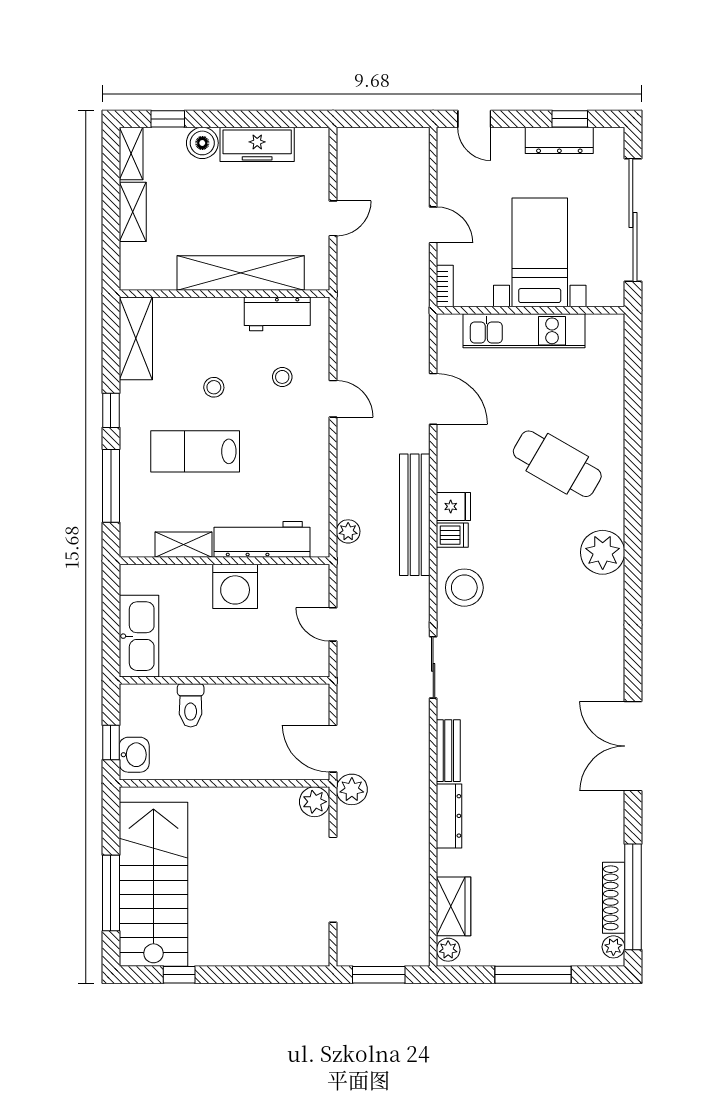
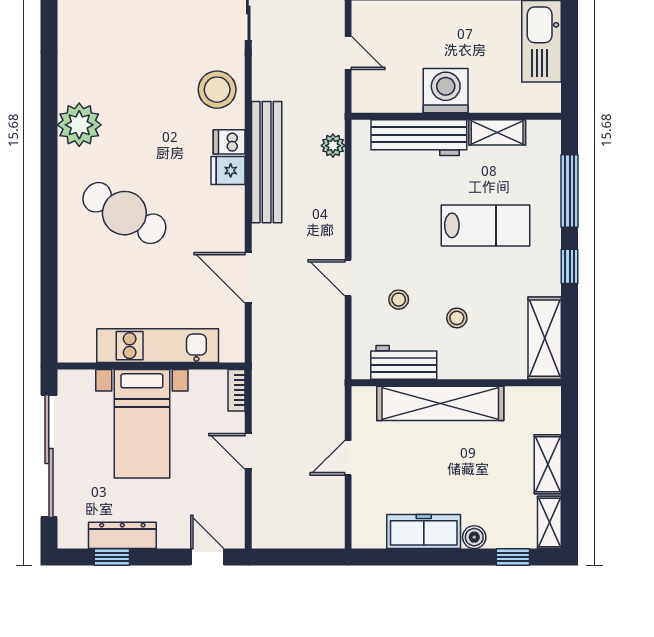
boiler: (202, 143) -> (474, 537), width x0.73, depth x0.73
stool: (214, 387) -> (457, 318), moved

